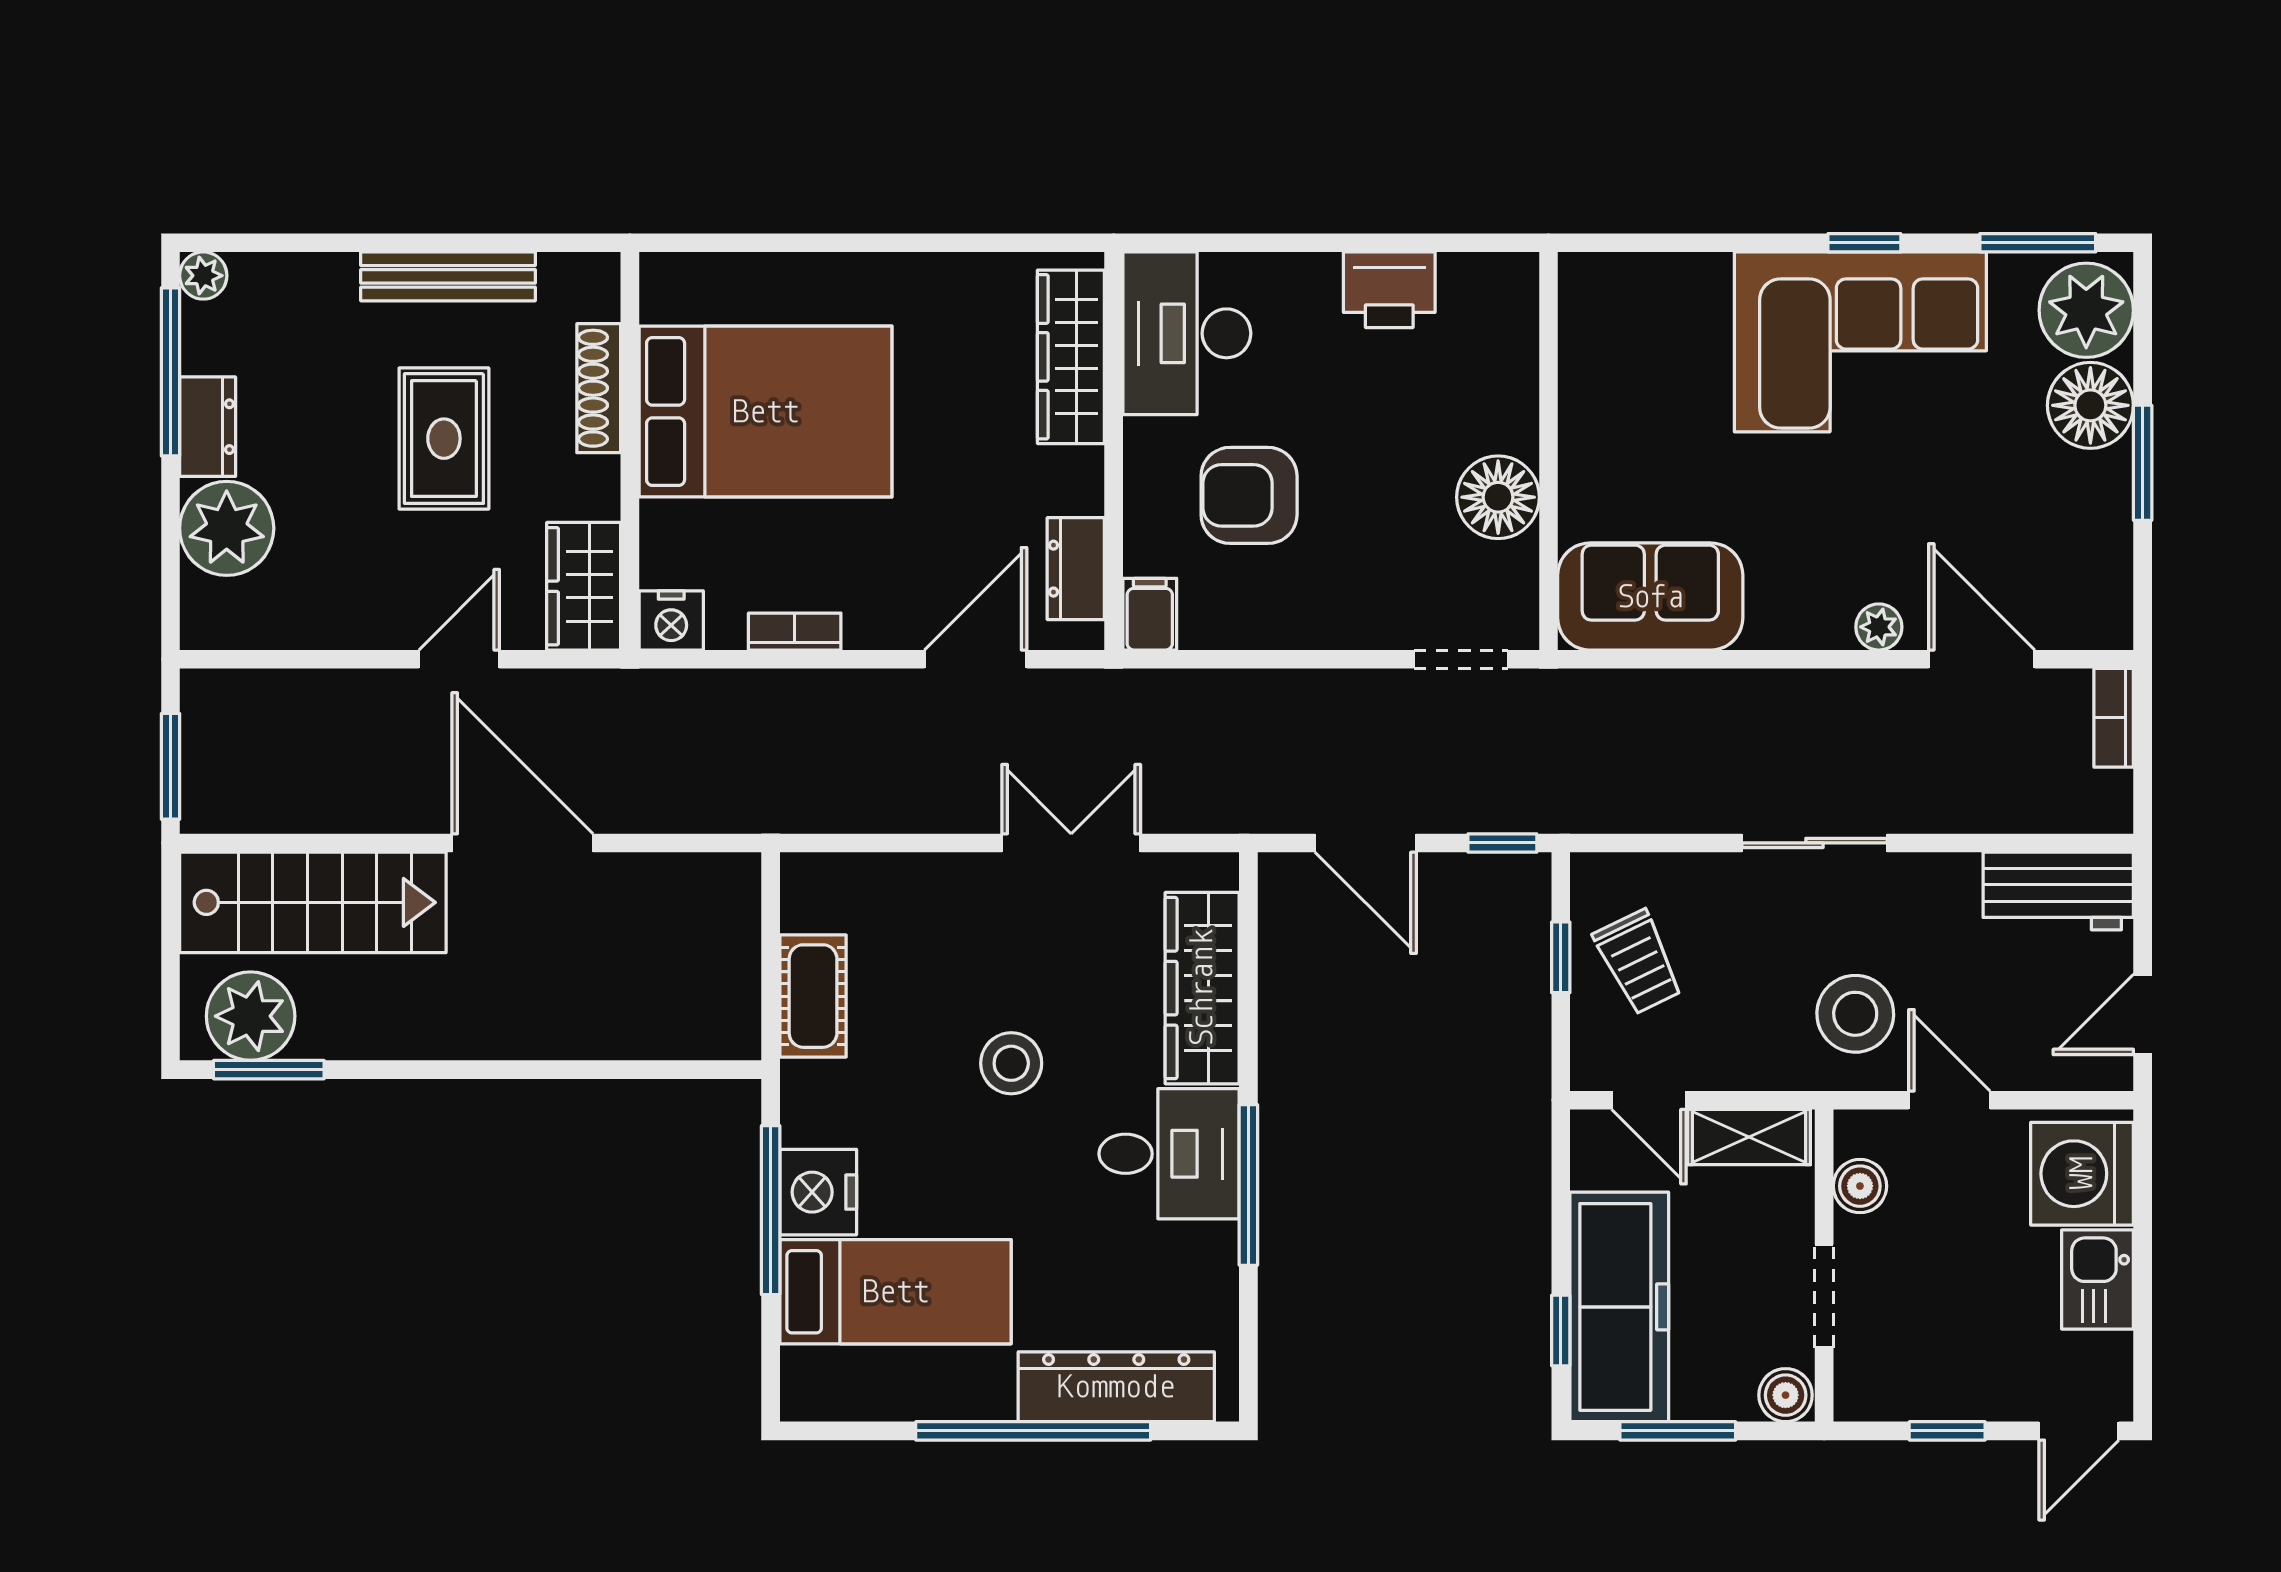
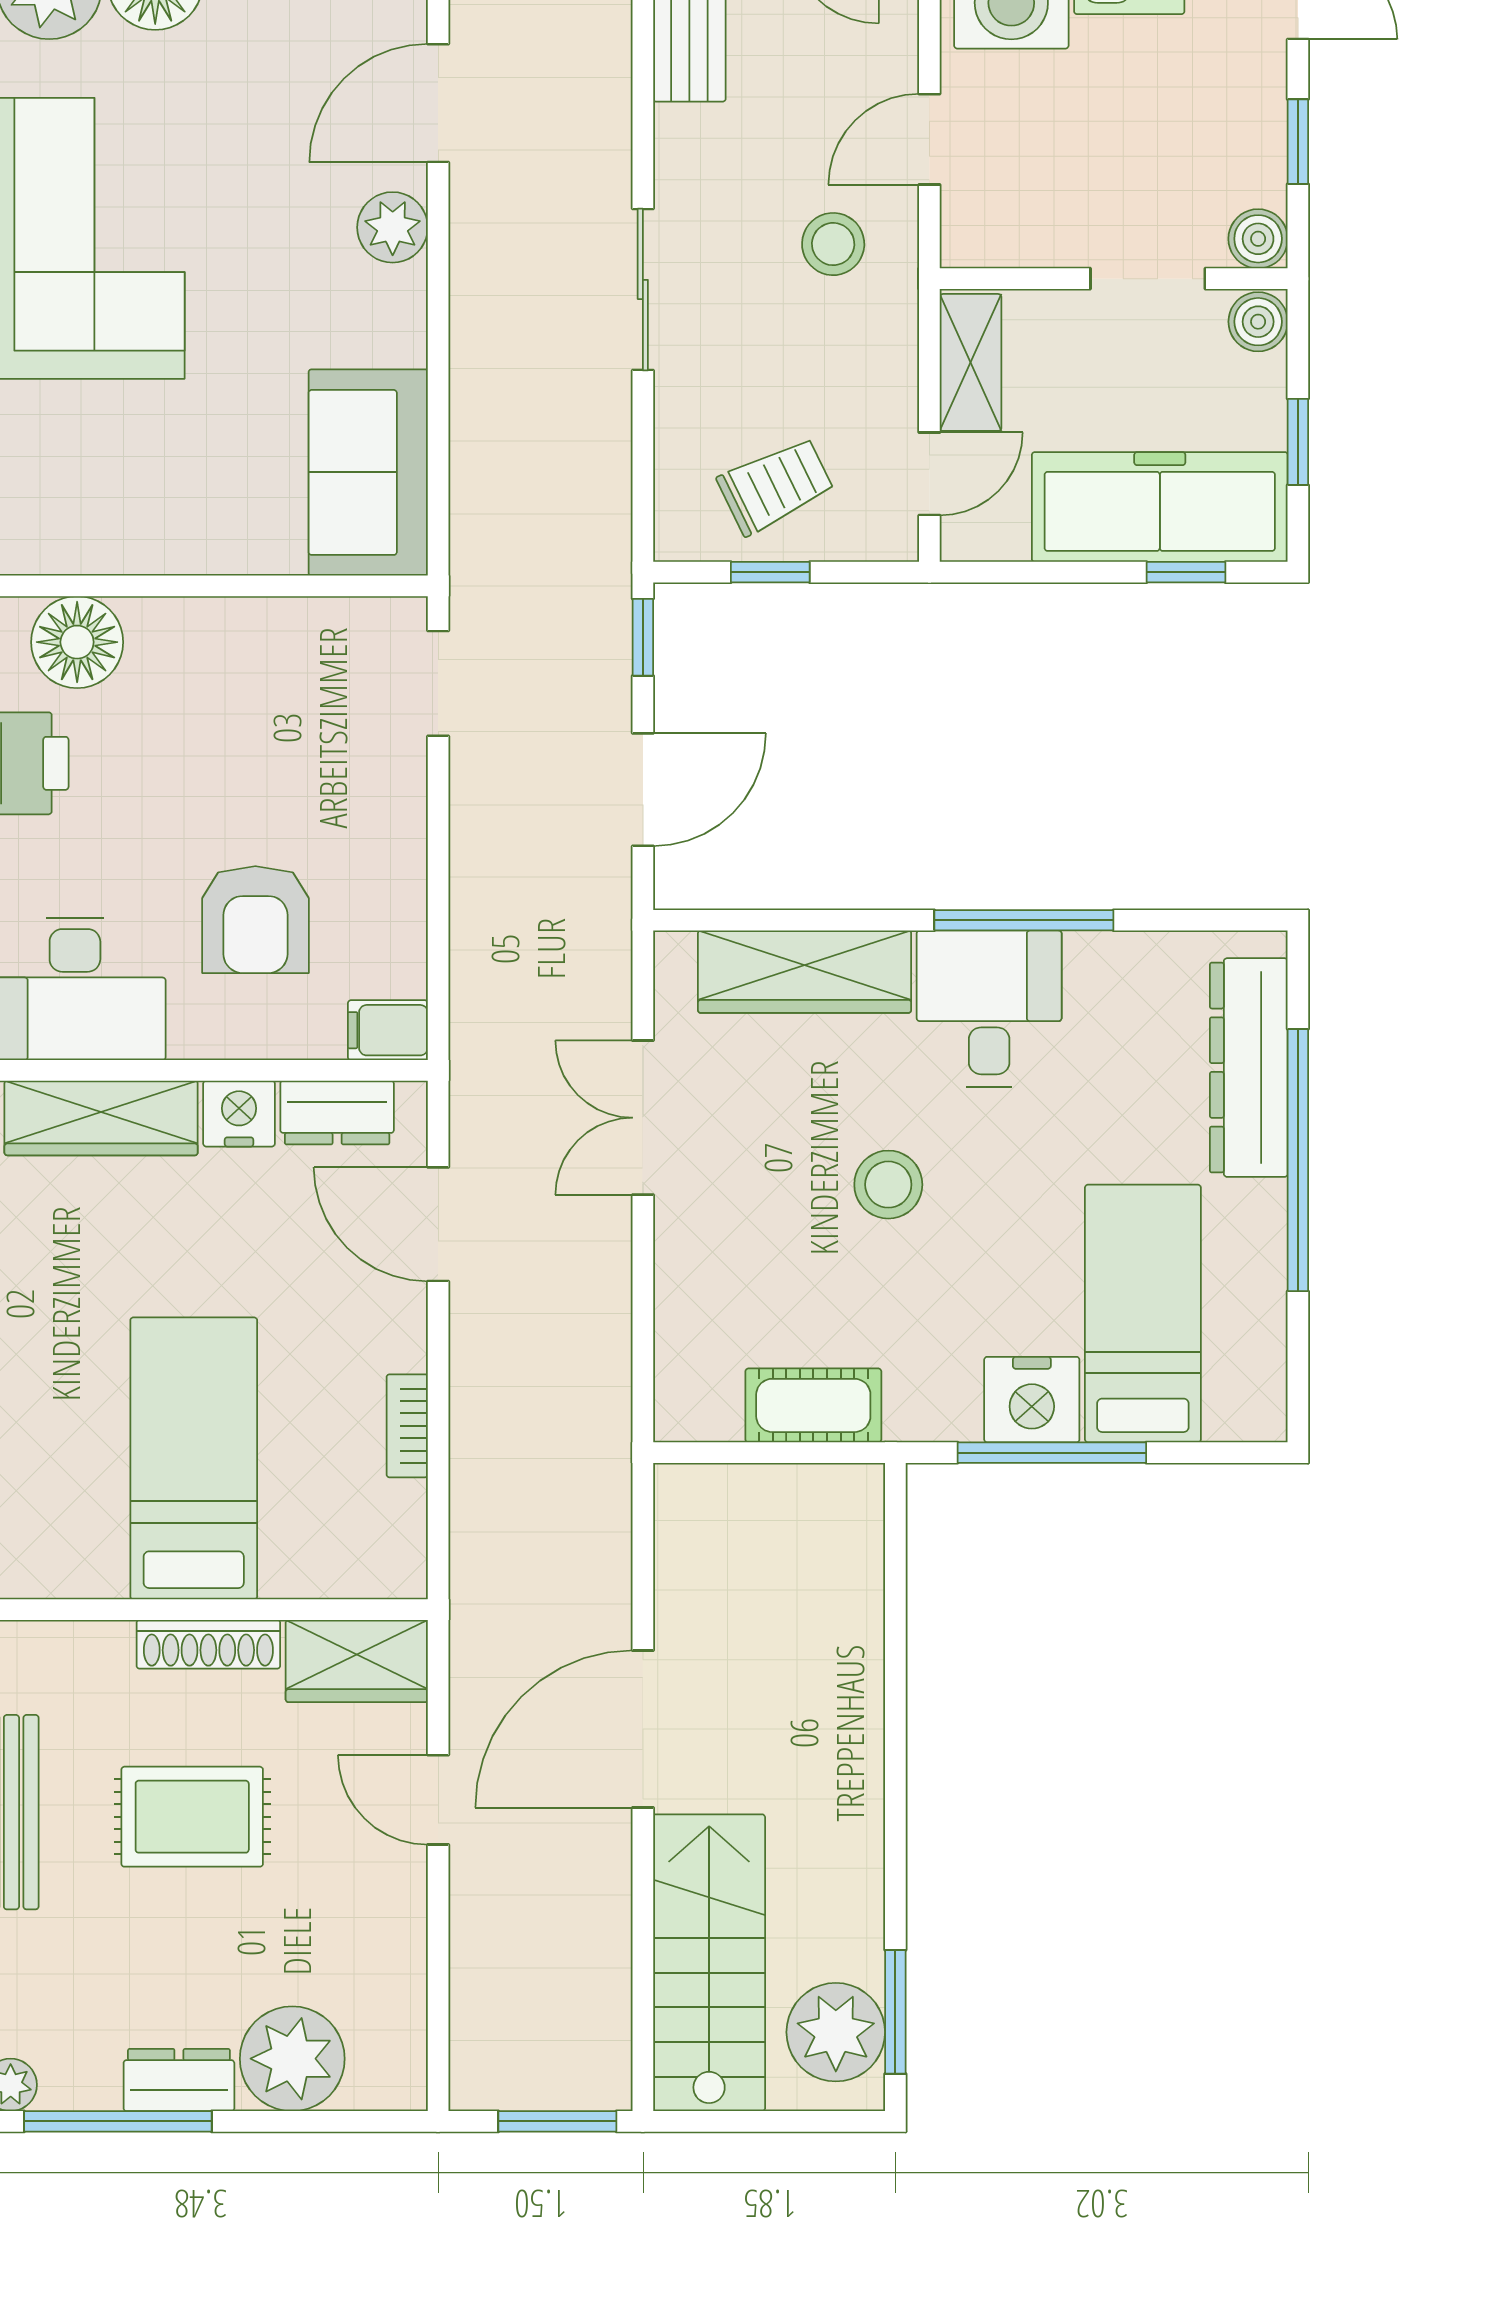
shoe rack: (599, 388) -> (208, 1644), moved
bed: (766, 412) -> (194, 1458), width x0.67
floor lamp: (1498, 497) -> (77, 642), moved
nightstand: (671, 620) -> (239, 1114), moved, turned -90
plant: (1879, 627) -> (393, 227), width x1.38, depth x1.38
stool: (1855, 1014) -> (833, 244), width x0.73, depth x0.73
boiler: (1860, 1186) -> (1258, 239), moved
window: (1678, 1431) -> (1298, 442), width x0.67

